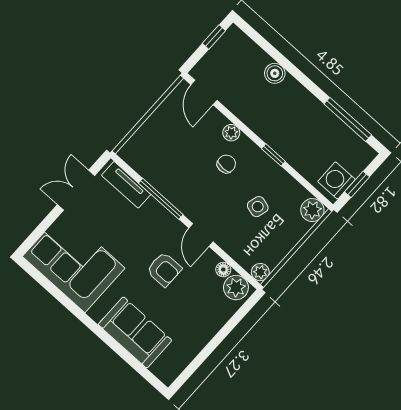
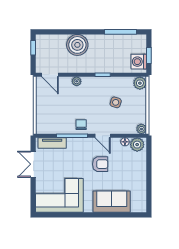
boiler: (275, 73) -> (77, 45), width x1.86, depth x1.86
chair: (226, 164) -> (81, 125), moved

